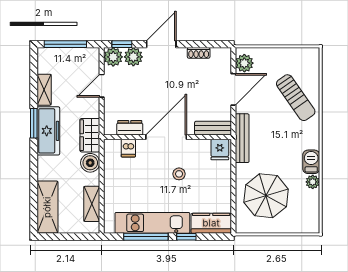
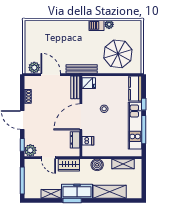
plant: (133, 57) -> (30, 138), removed
sun lounger: (296, 98) -> (56, 35), removed
wardrobe: (90, 135) -> (69, 165), moved
door: (166, 137) -> (81, 117), hinge flipped
shelving: (47, 207) -> (110, 192), moved

